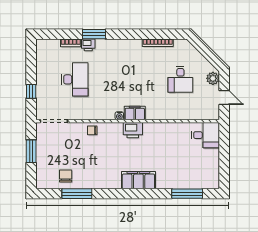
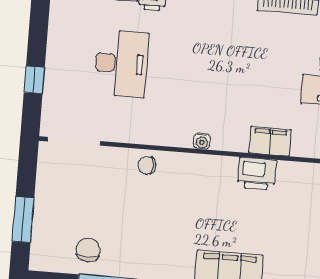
filing cabinet: (135, 113) -> (270, 141), moved
printer: (133, 130) -> (257, 174), moved
window: (31, 151) -> (23, 220), moved

